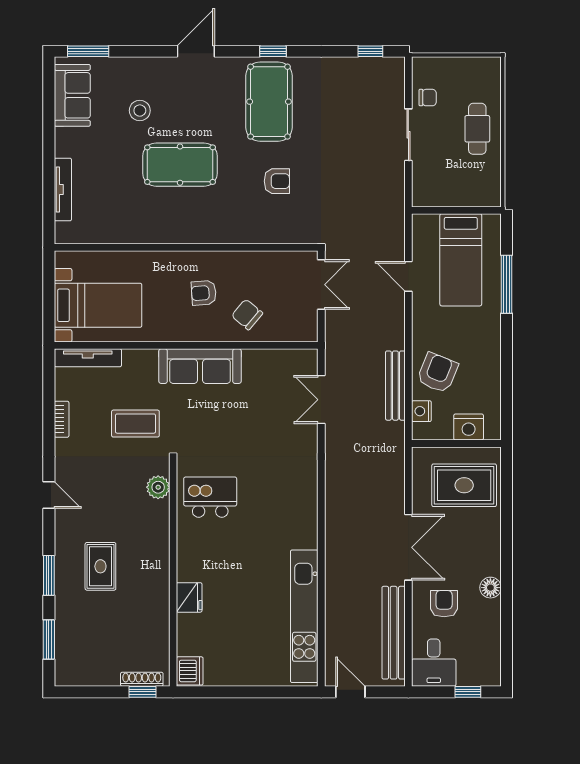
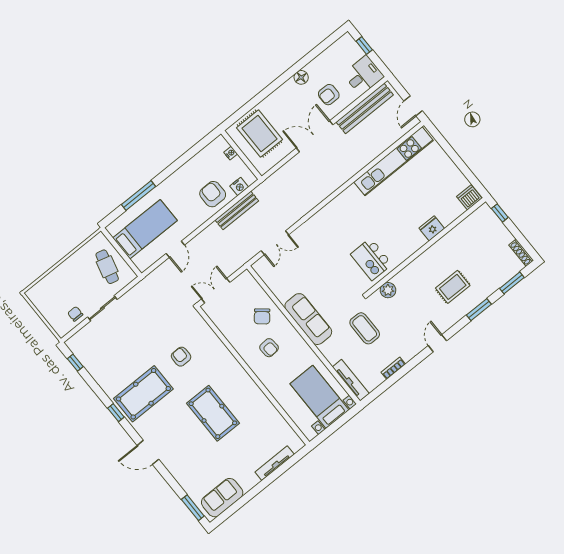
stool: (140, 111) -> (202, 457), removed
cafe table: (477, 129) -> (107, 267), moved, turned -75
armchair: (438, 373) -> (213, 194), turned 68
nightstand: (469, 427) -> (231, 153), width x0.53, depth x0.56
shoe rack: (142, 679) -> (521, 253), moved

